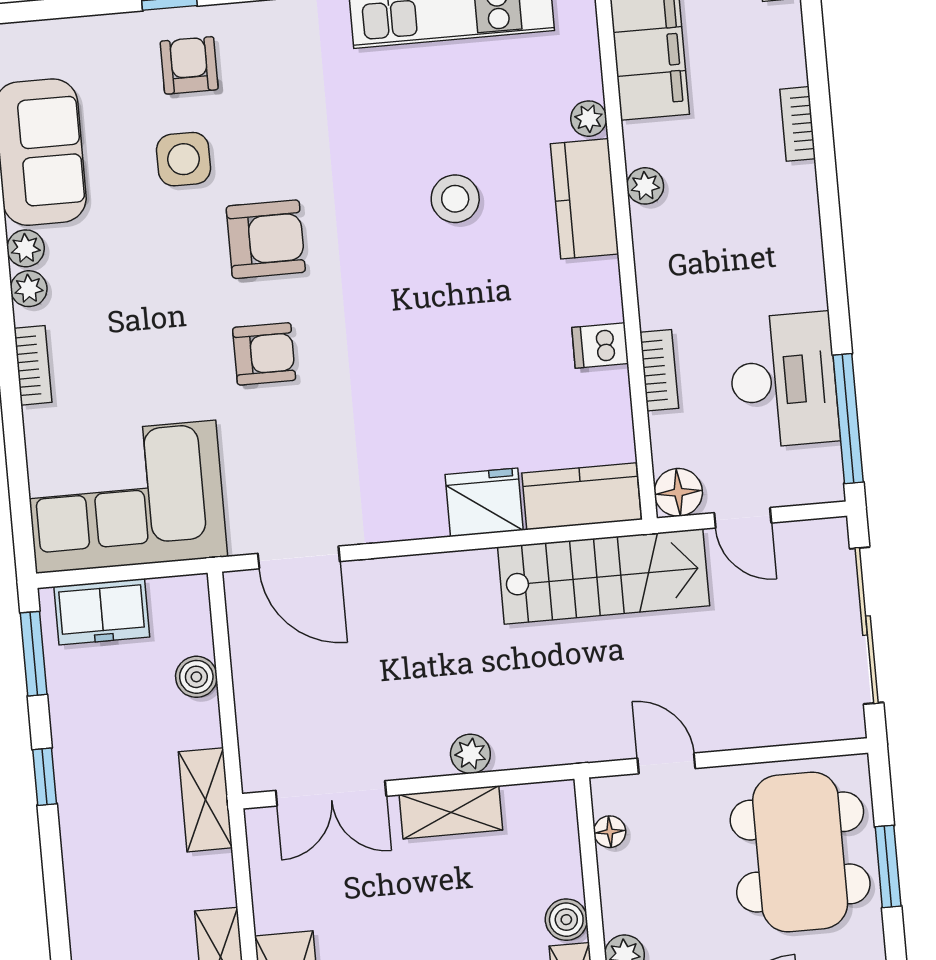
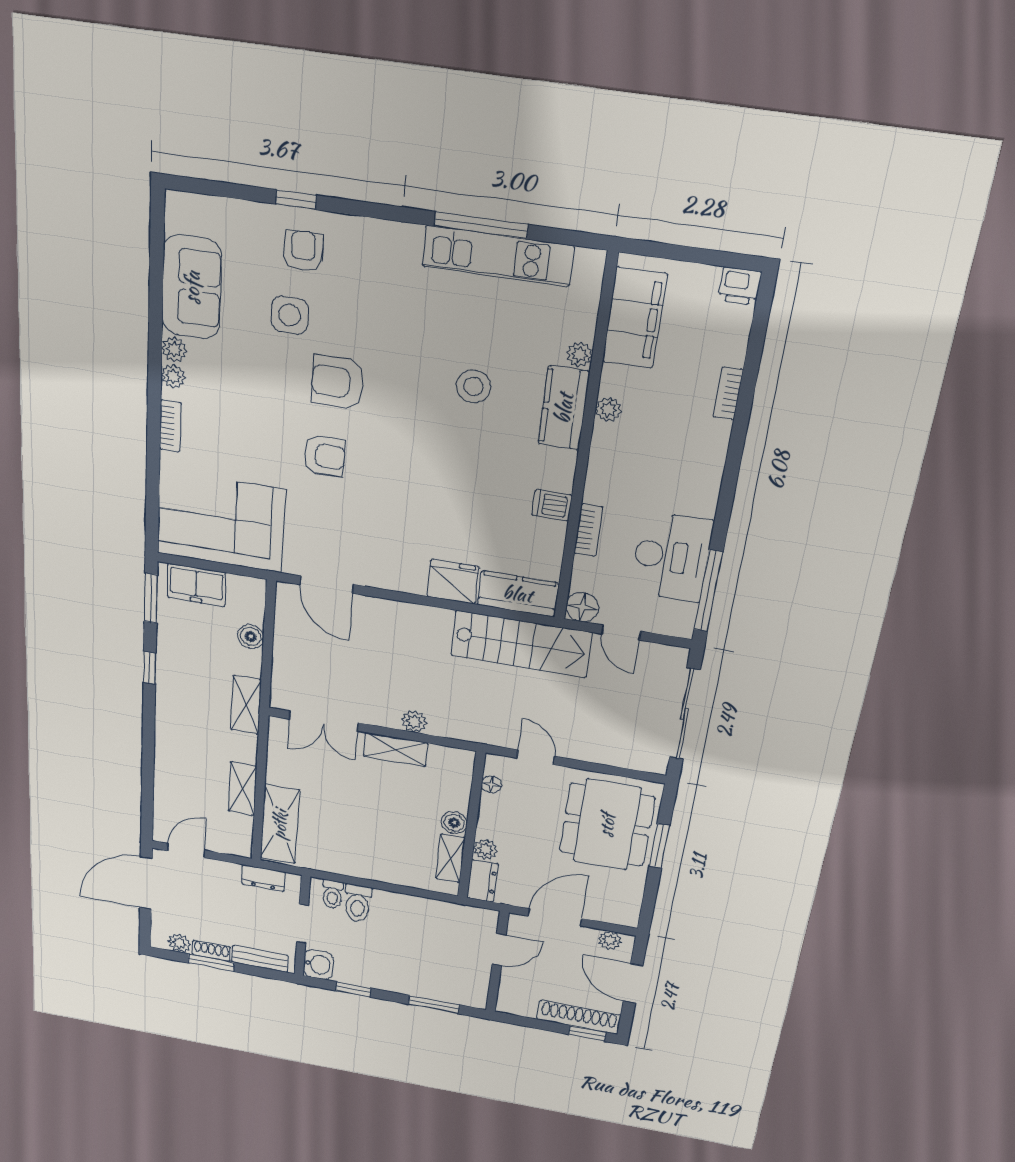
armchair: (266, 239) -> (338, 382), turned 180

